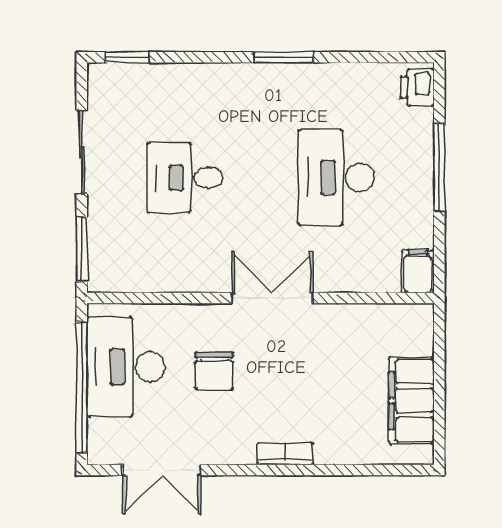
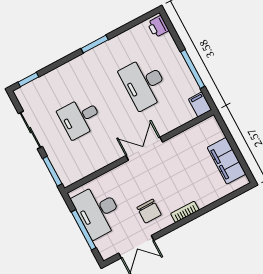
window: (439, 168) -> (193, 69), moved
chair: (214, 371) -> (149, 211), moved
window: (82, 387) -> (84, 230), width x0.68

